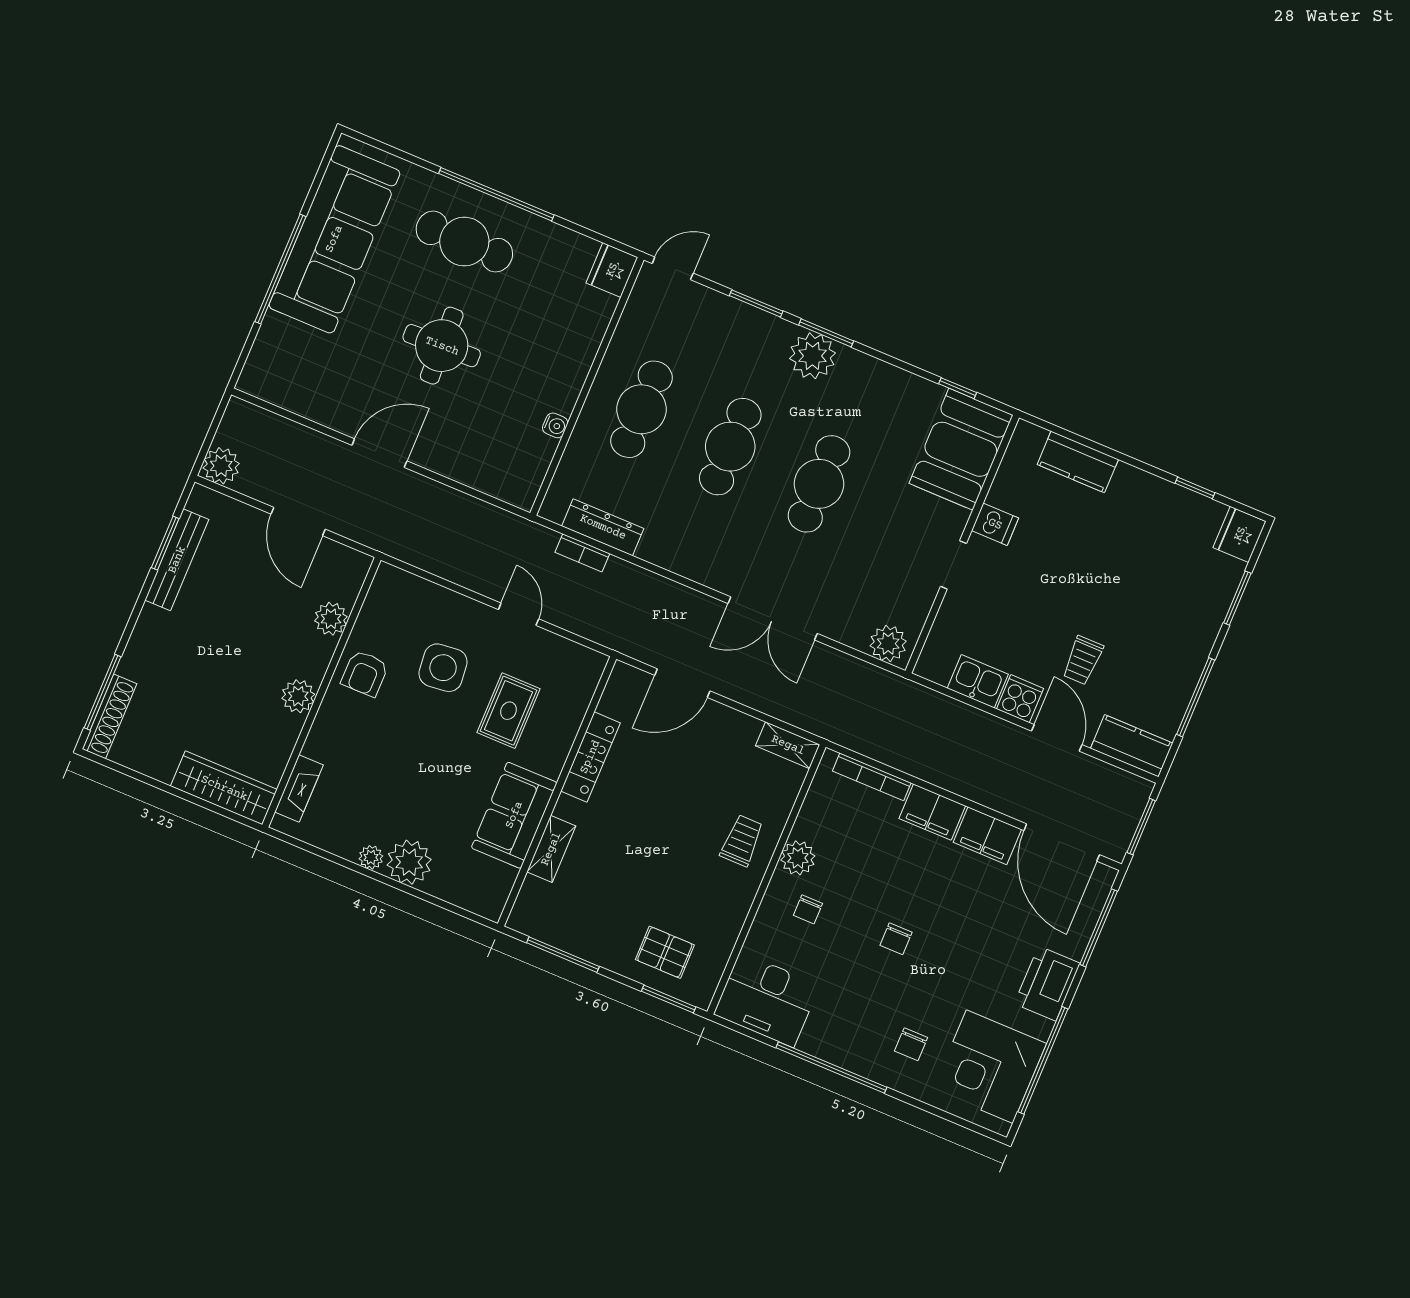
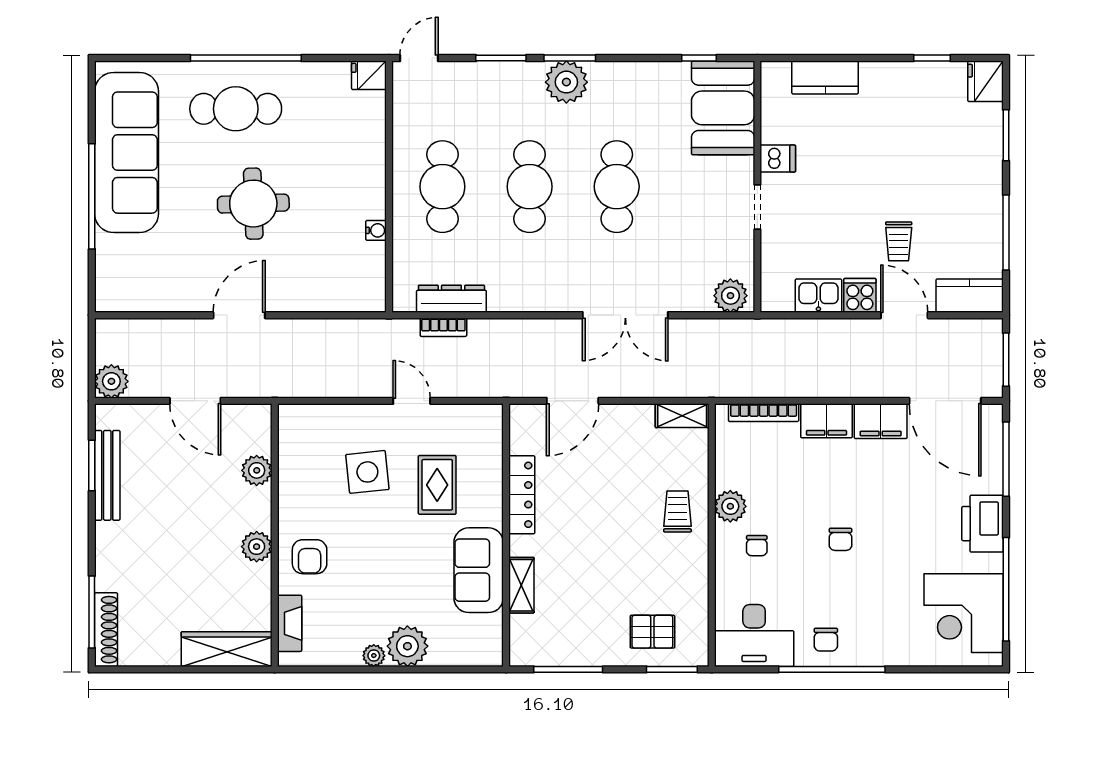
fridge: (612, 270) -> (369, 75), width x0.72
armchair: (365, 673) -> (310, 557), moved
chair: (911, 1044) -> (826, 640), moved

